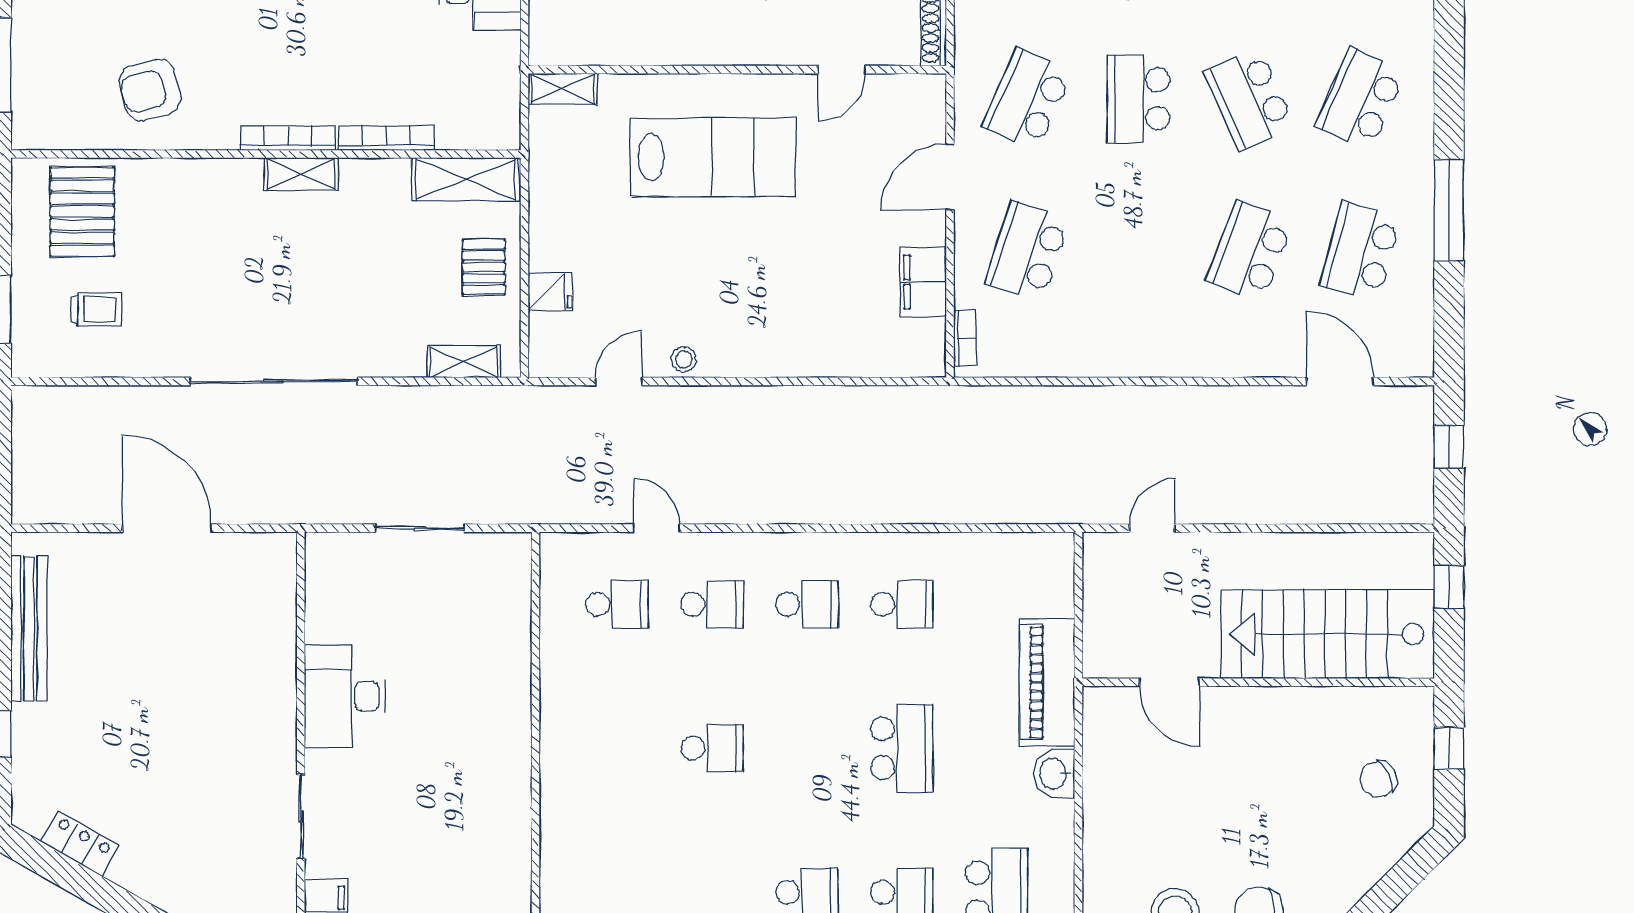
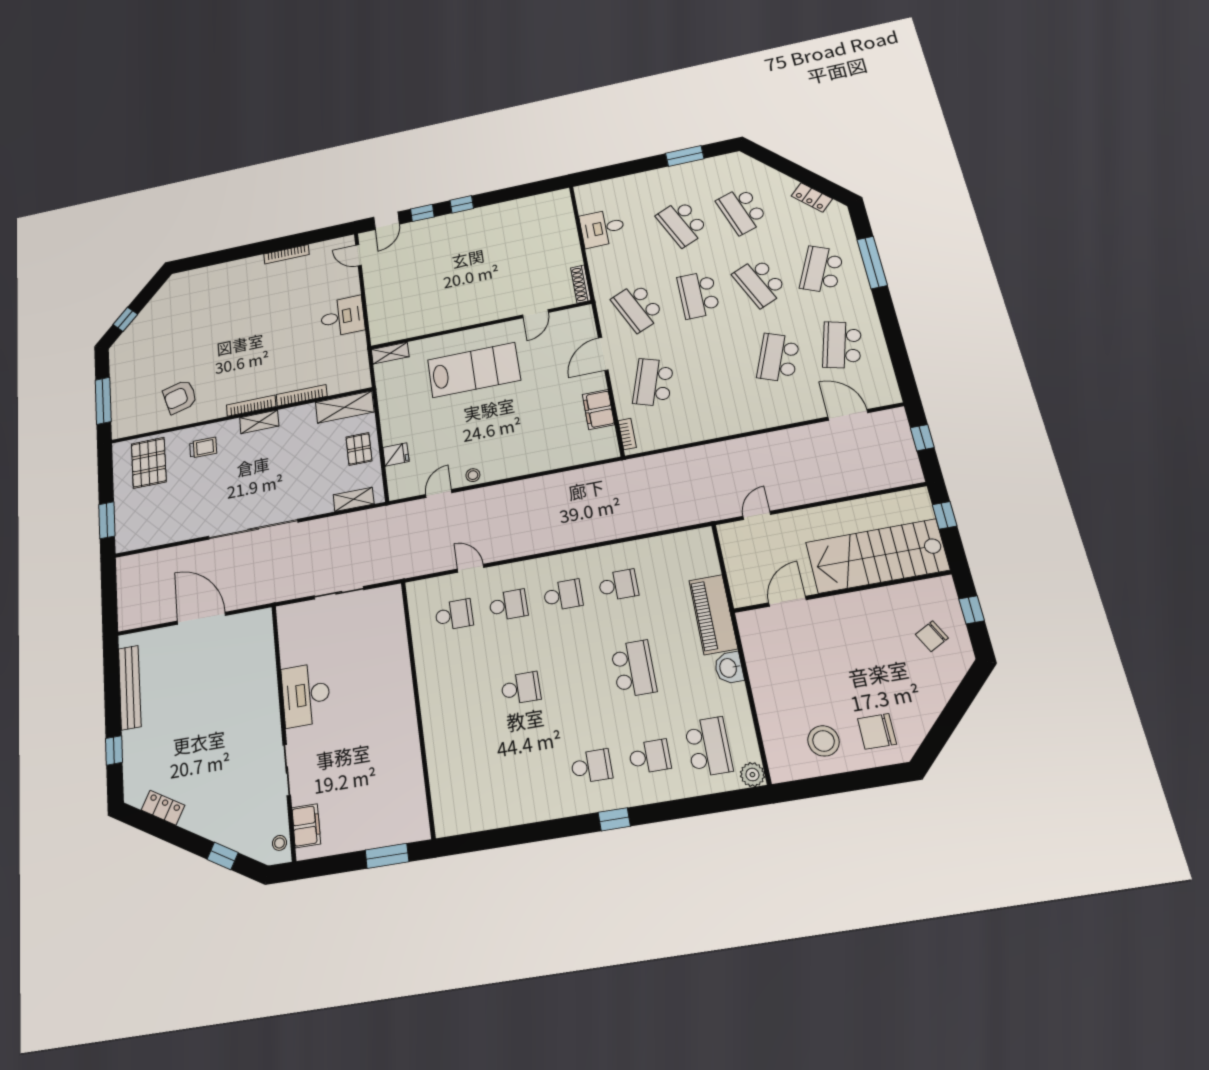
school desk: (1027, 99) -> (638, 307), turned -48
window: (1449, 210) -> (872, 262), moved
trolley: (96, 309) -> (203, 448), moved
door: (1169, 682) -> (787, 601), swing flipped

